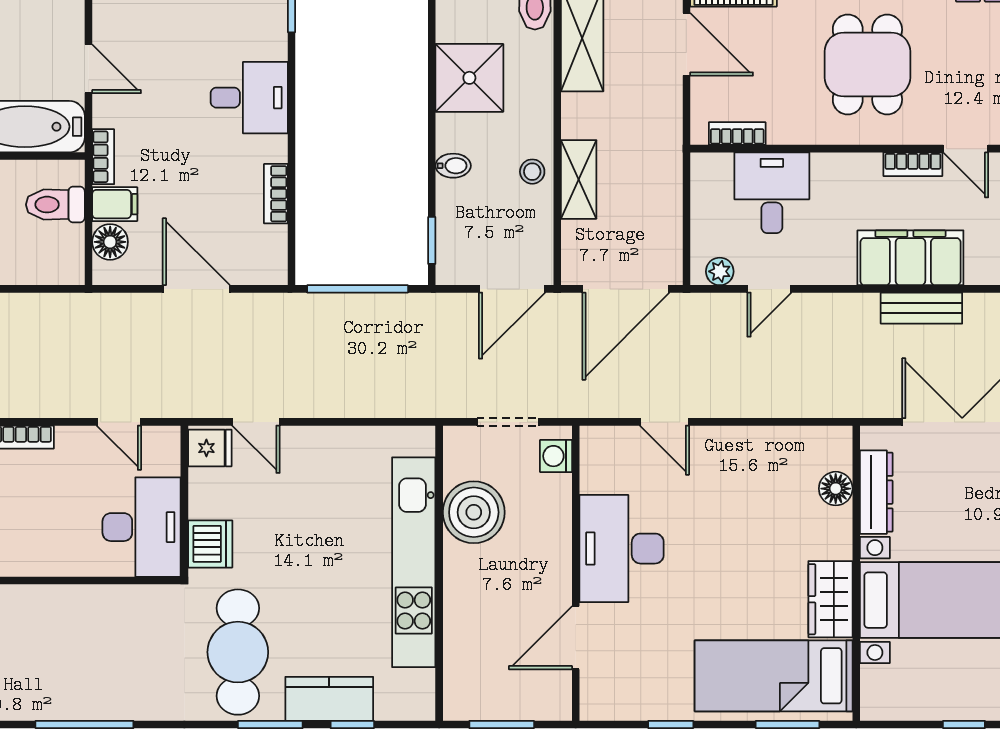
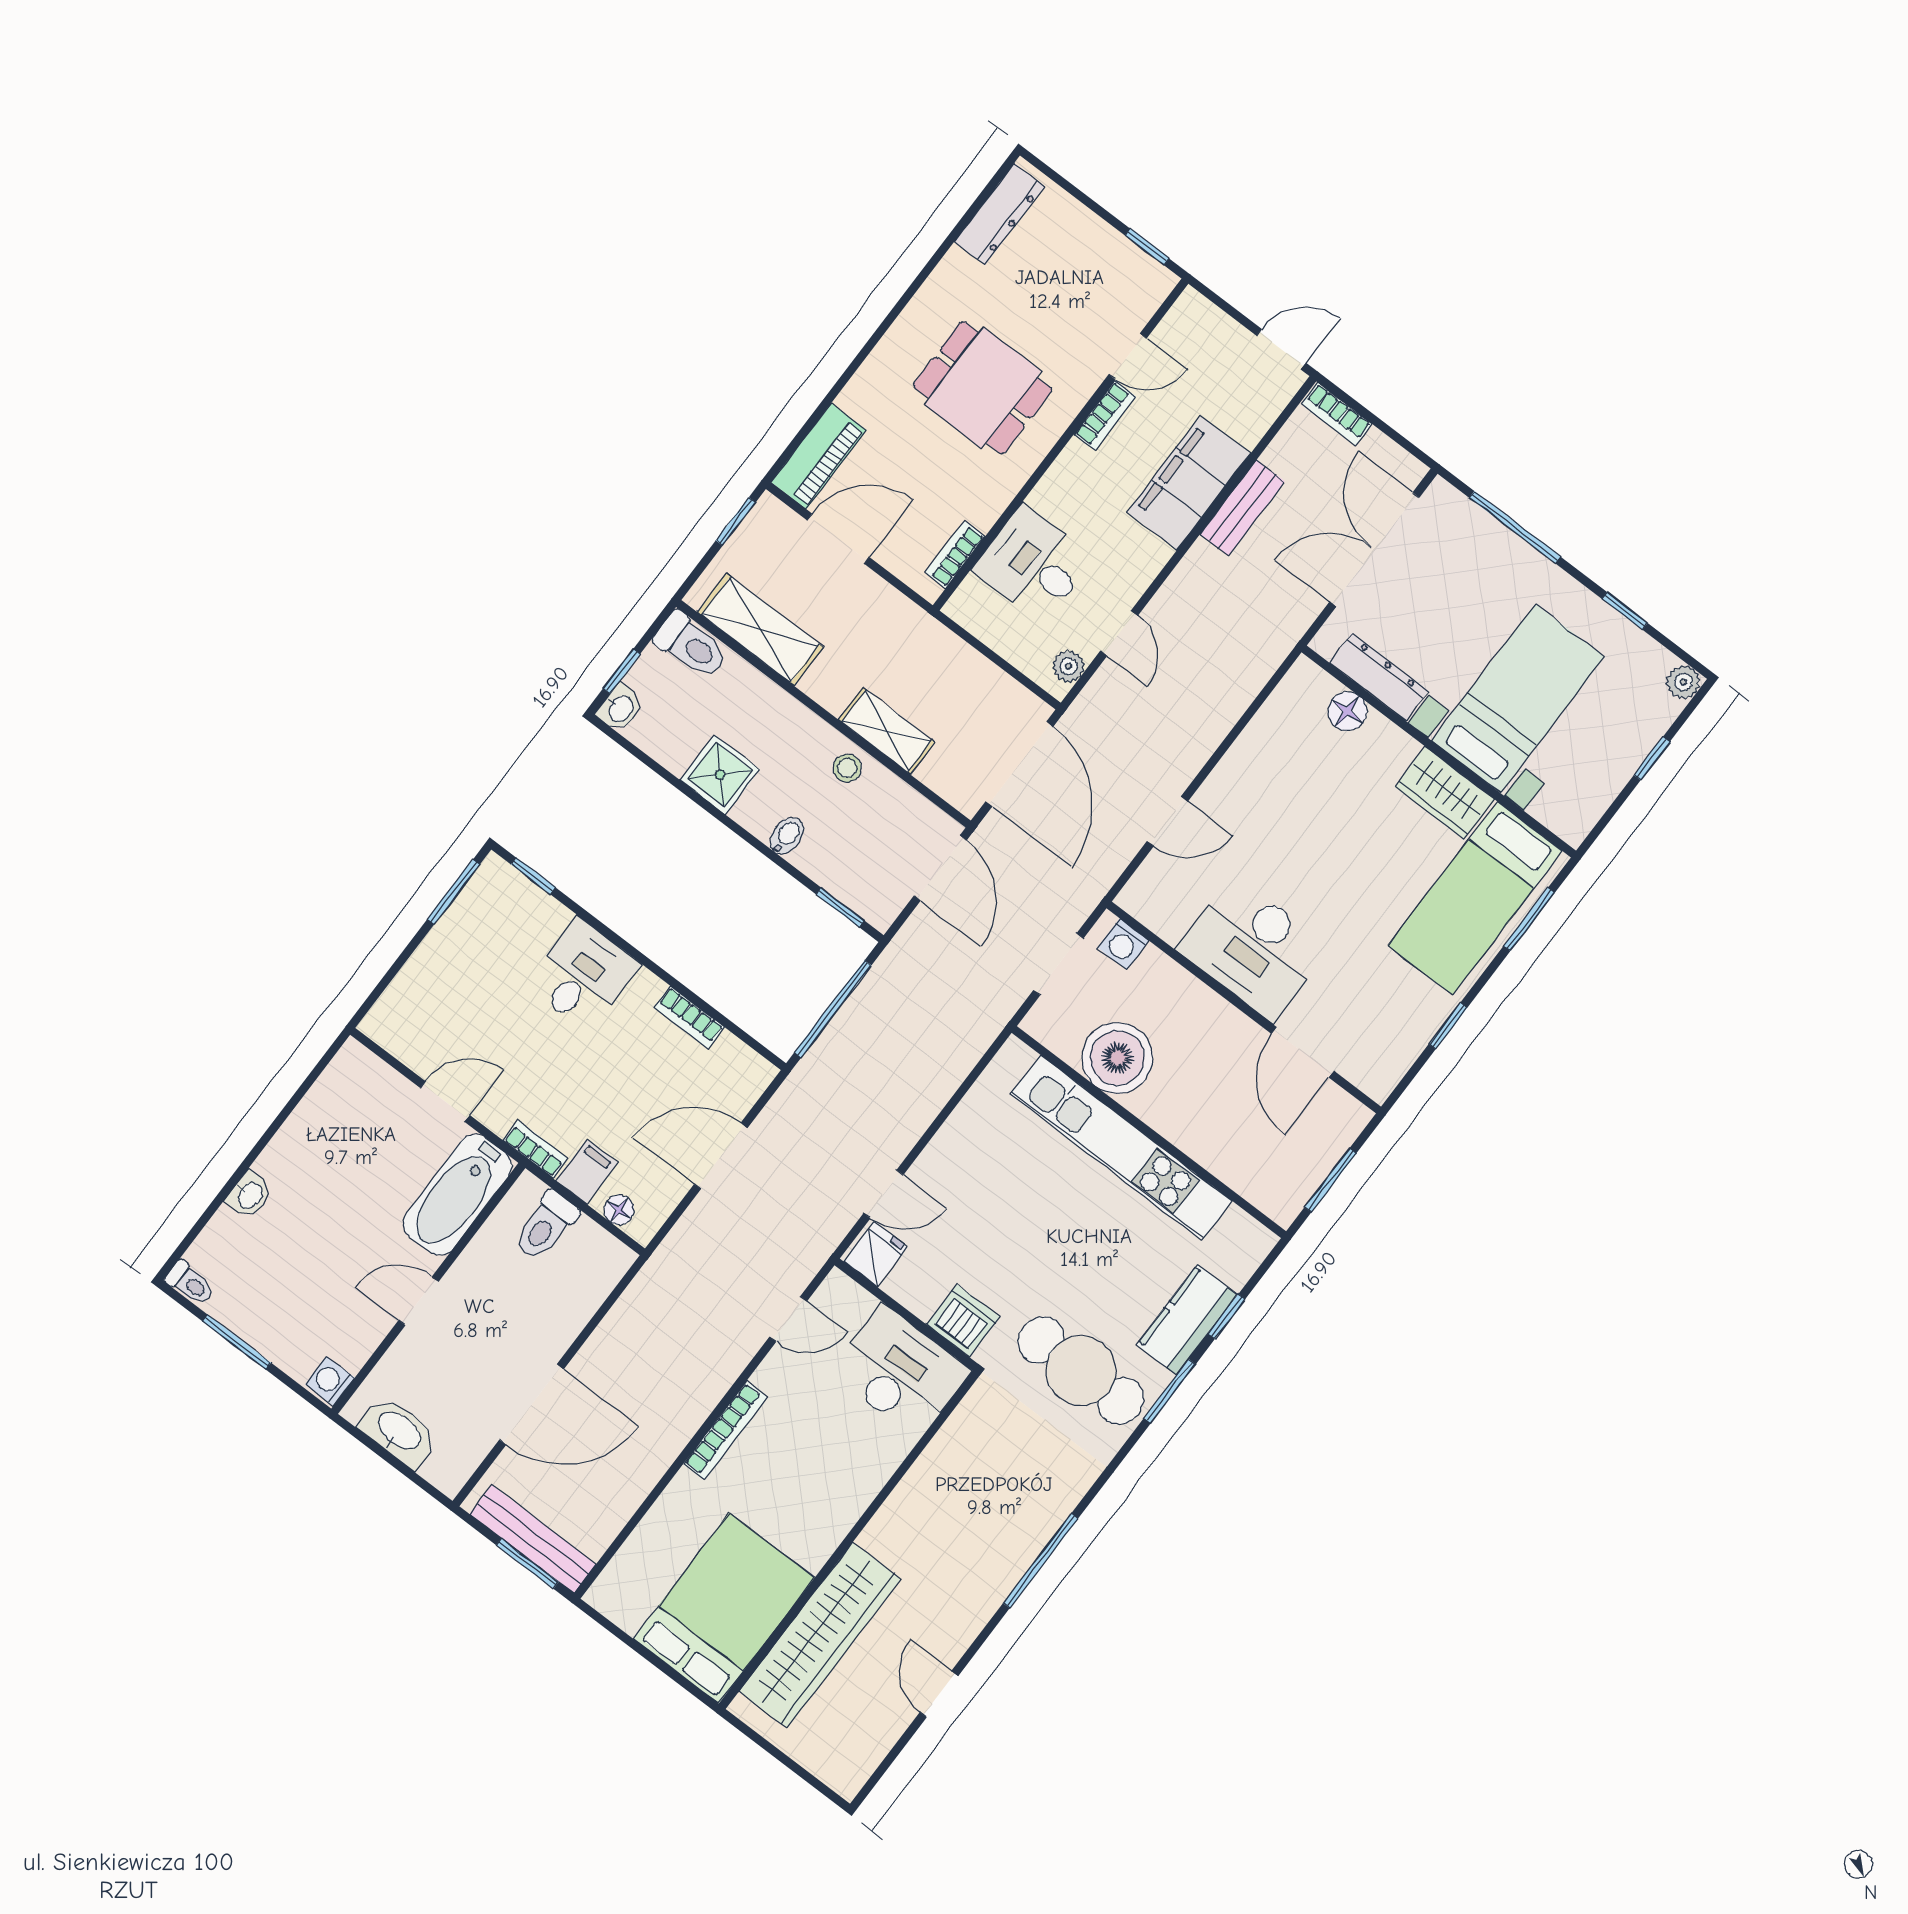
shower: (469, 78) -> (720, 775), width x0.73, depth x0.73
floor lamp: (110, 242) -> (619, 1210), width x0.73, depth x0.73

